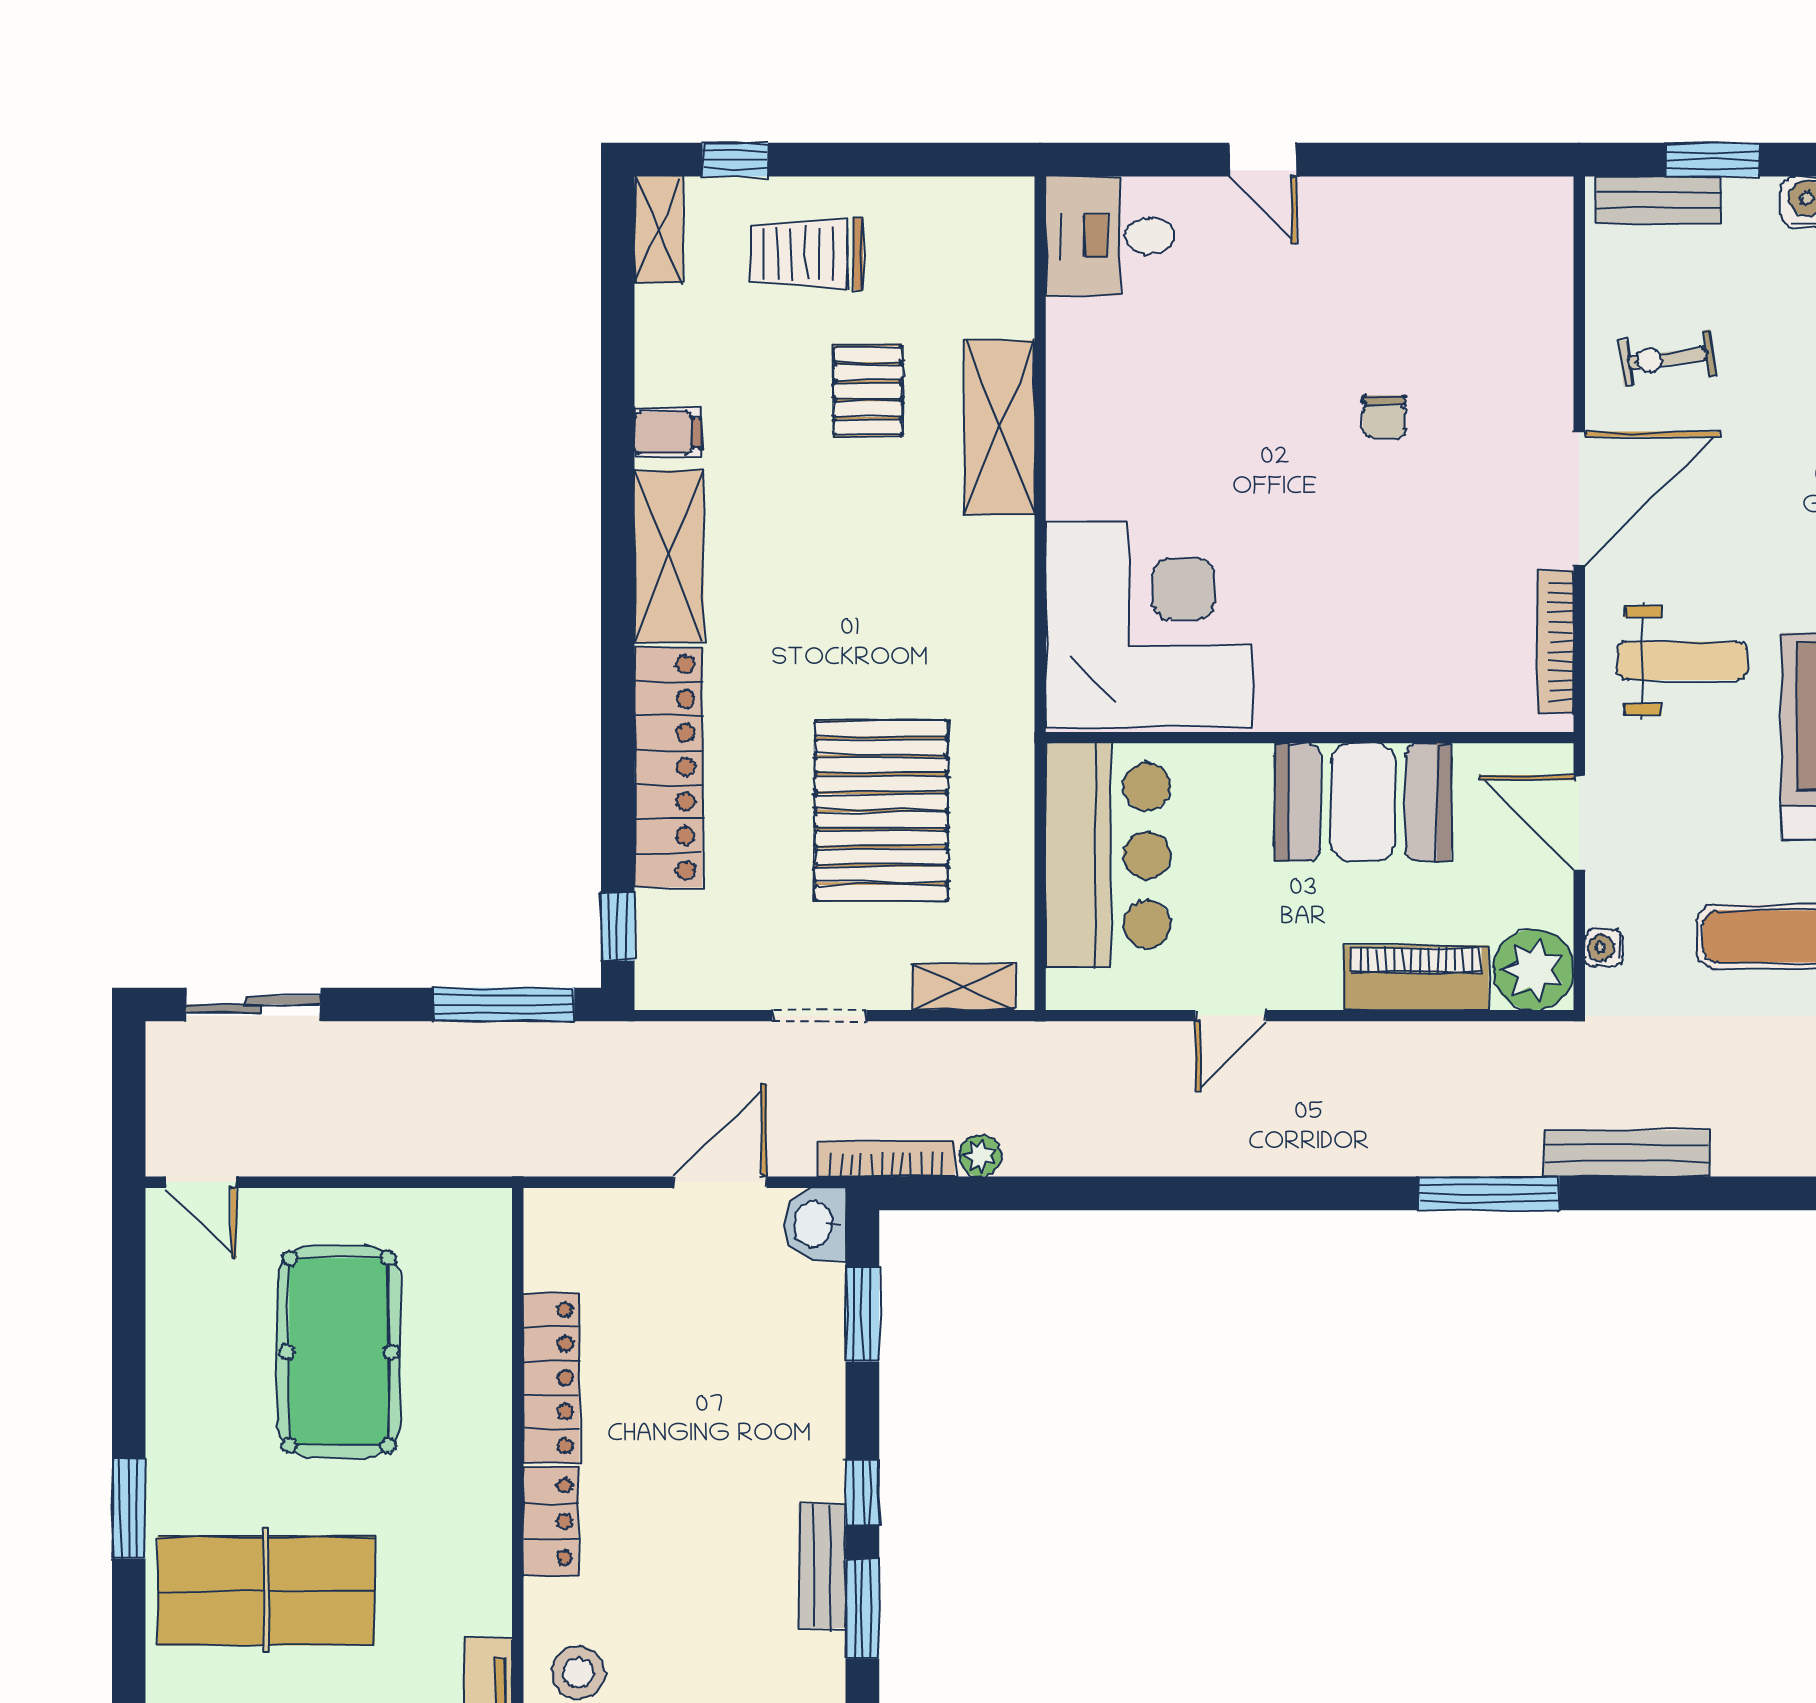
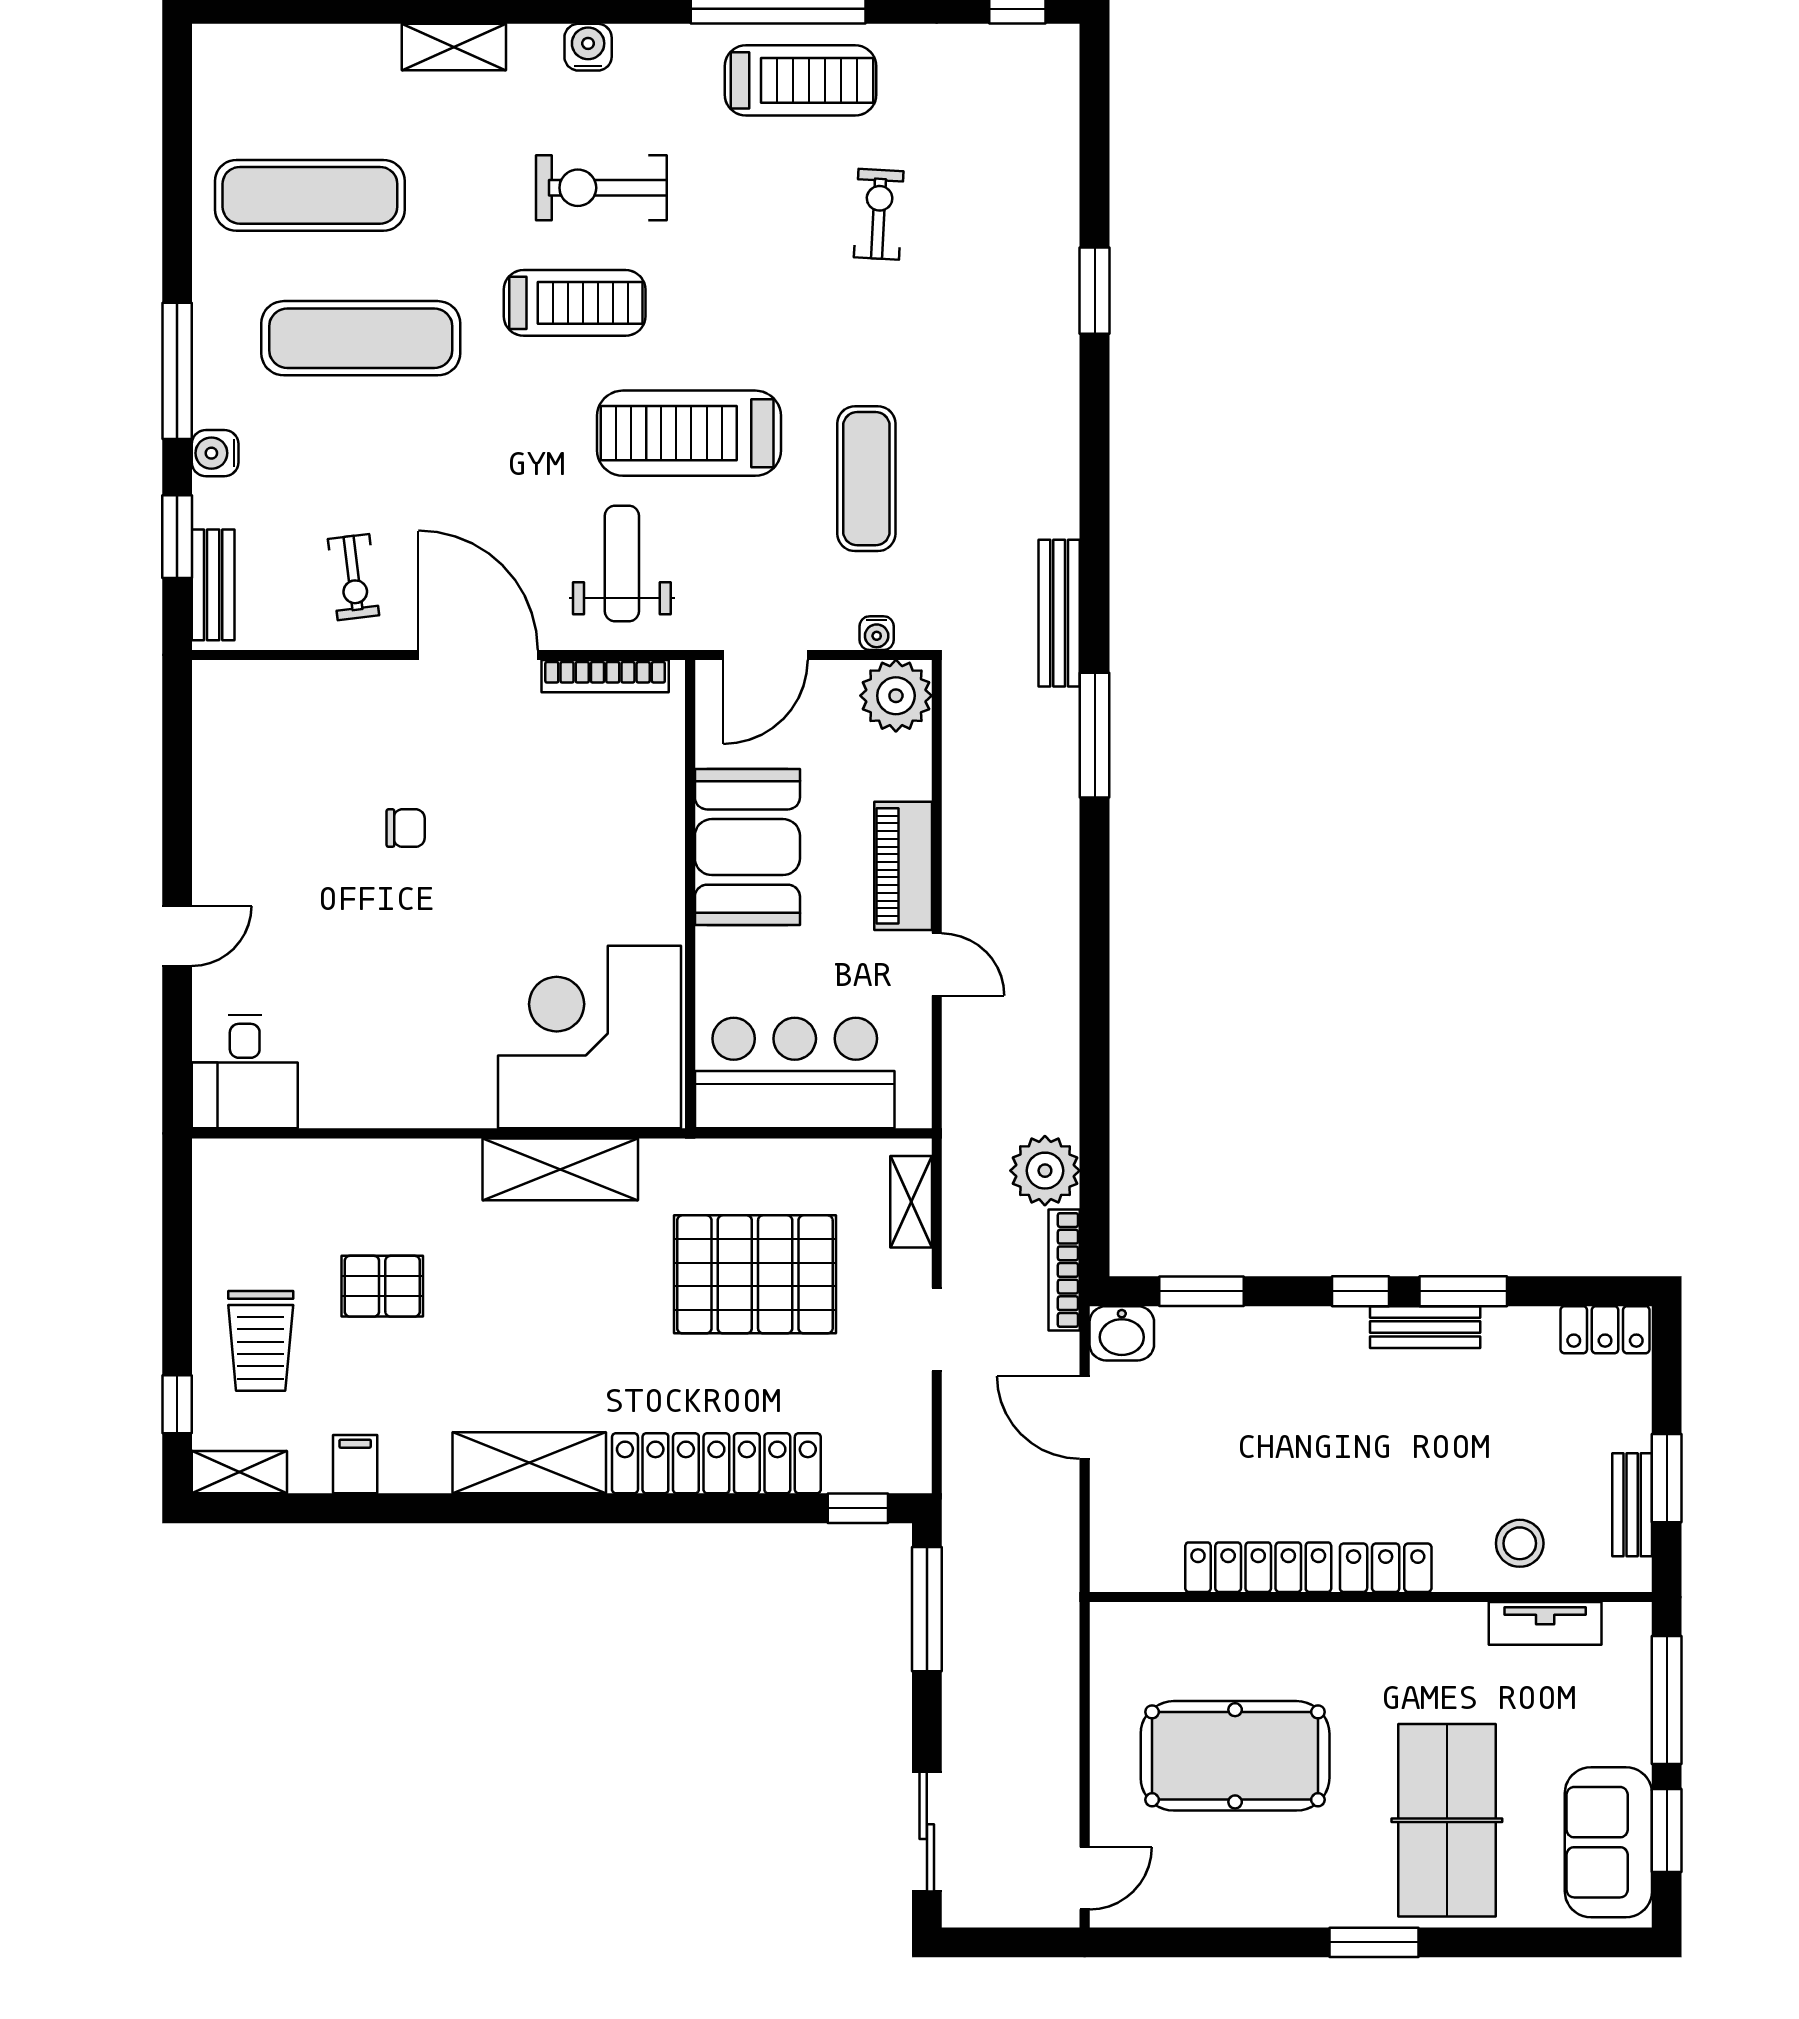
shelving: (1000, 428) -> (560, 1169), moved
filing cabinet: (667, 433) -> (355, 1464), moved
piano: (1416, 978) -> (903, 866), moved
plant: (980, 1156) -> (1045, 1171), width x1.88, depth x1.88

